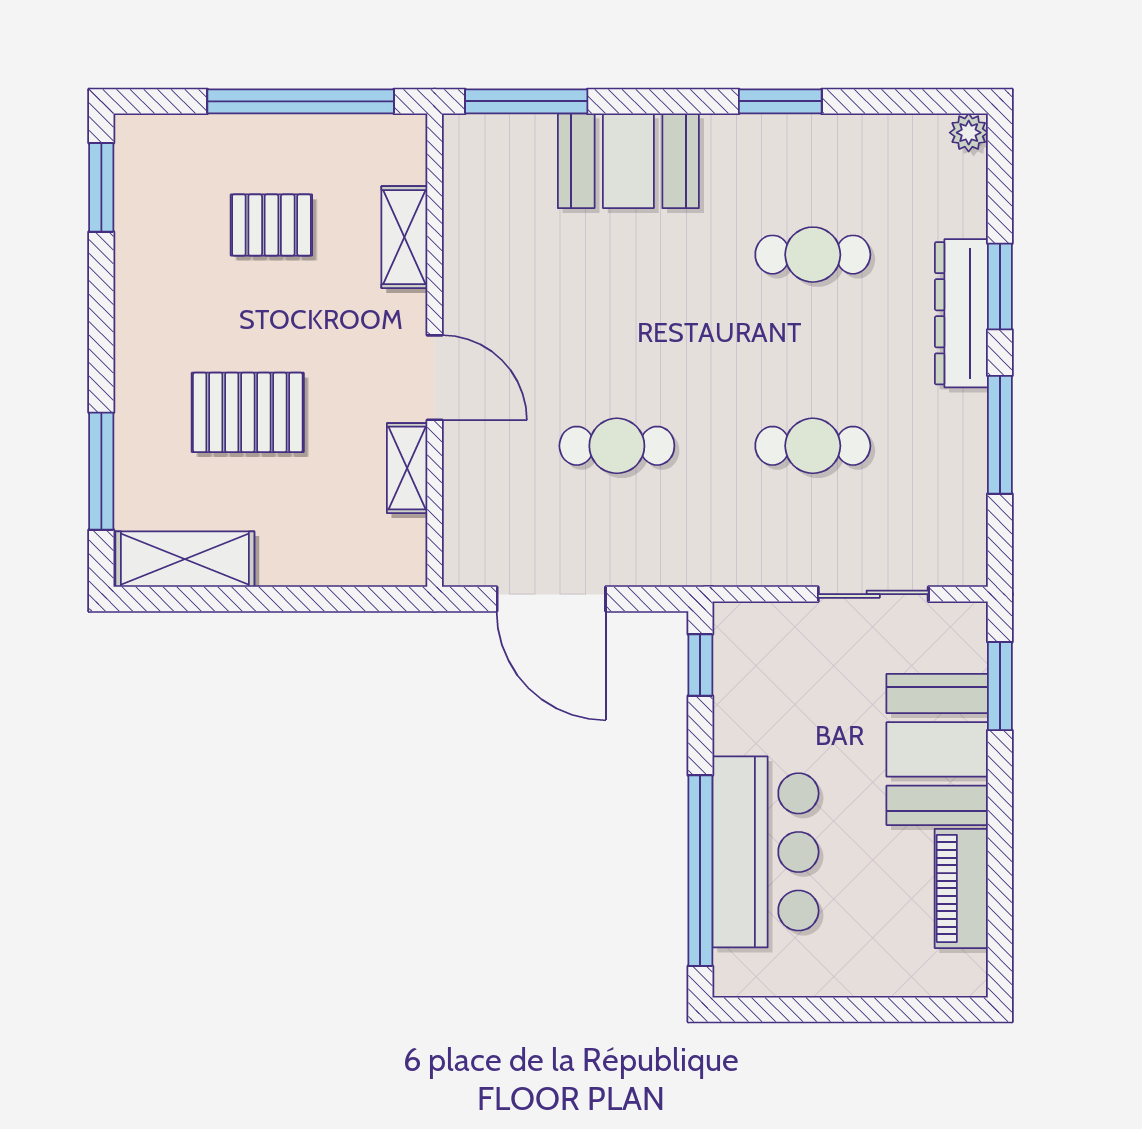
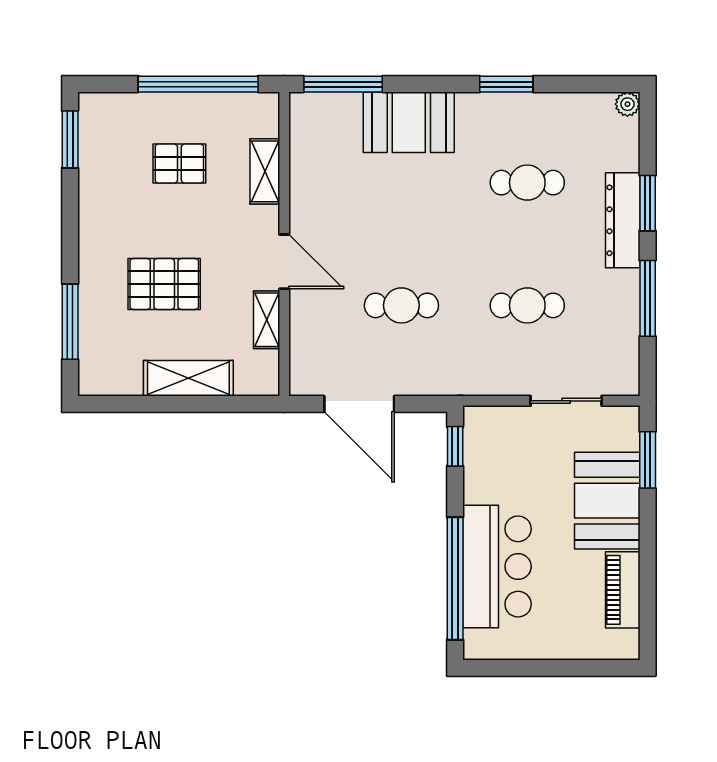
shelving: (185, 559) -> (188, 378), moved

